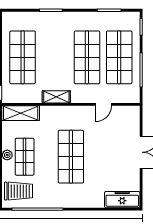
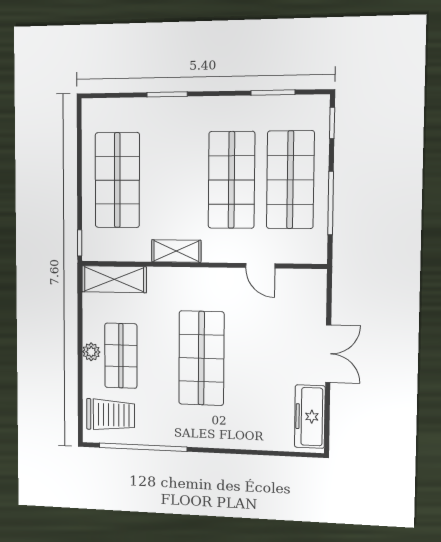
door: (103, 104) -> (260, 266), hinge flipped
freezer: (122, 200) -> (310, 417), moved, turned -90

